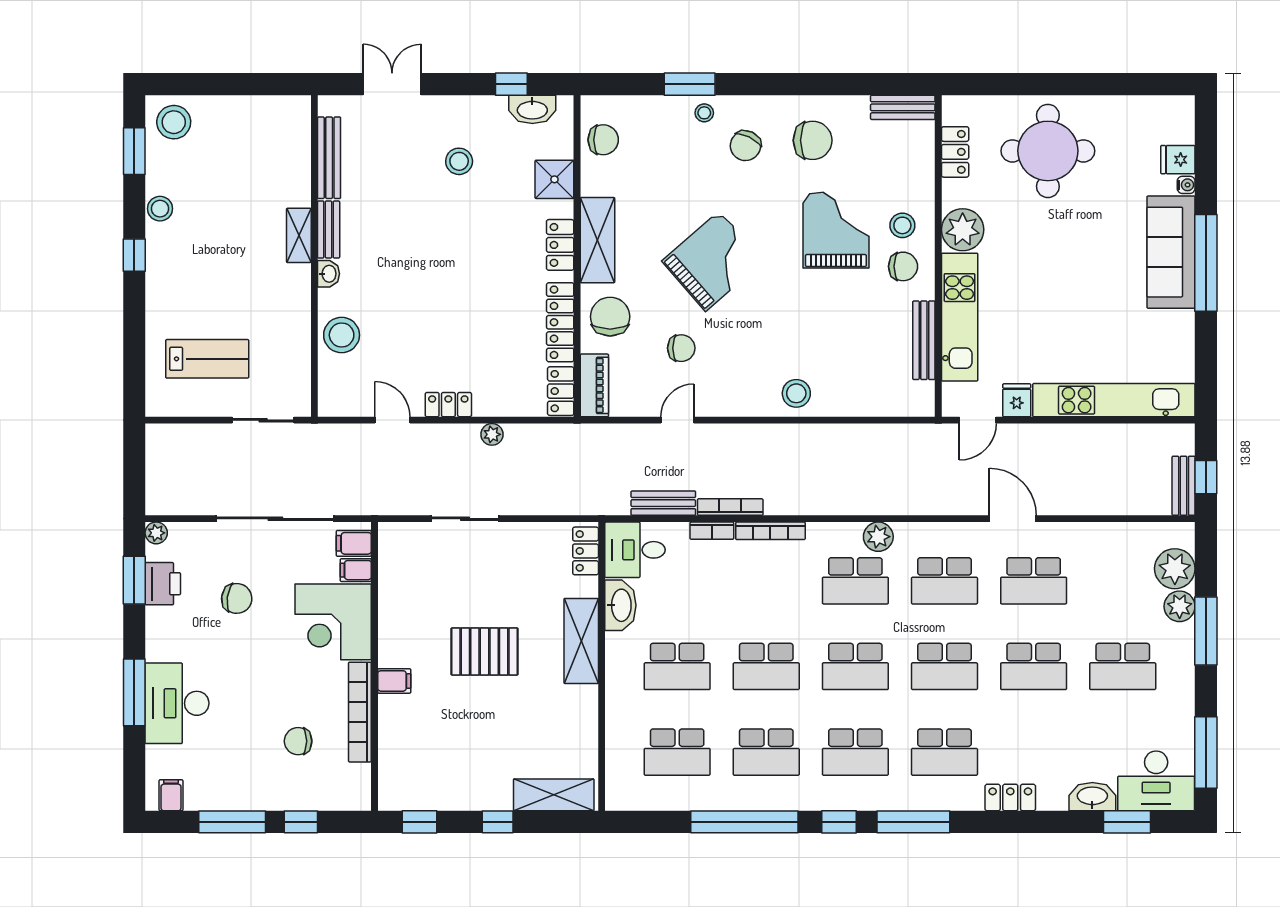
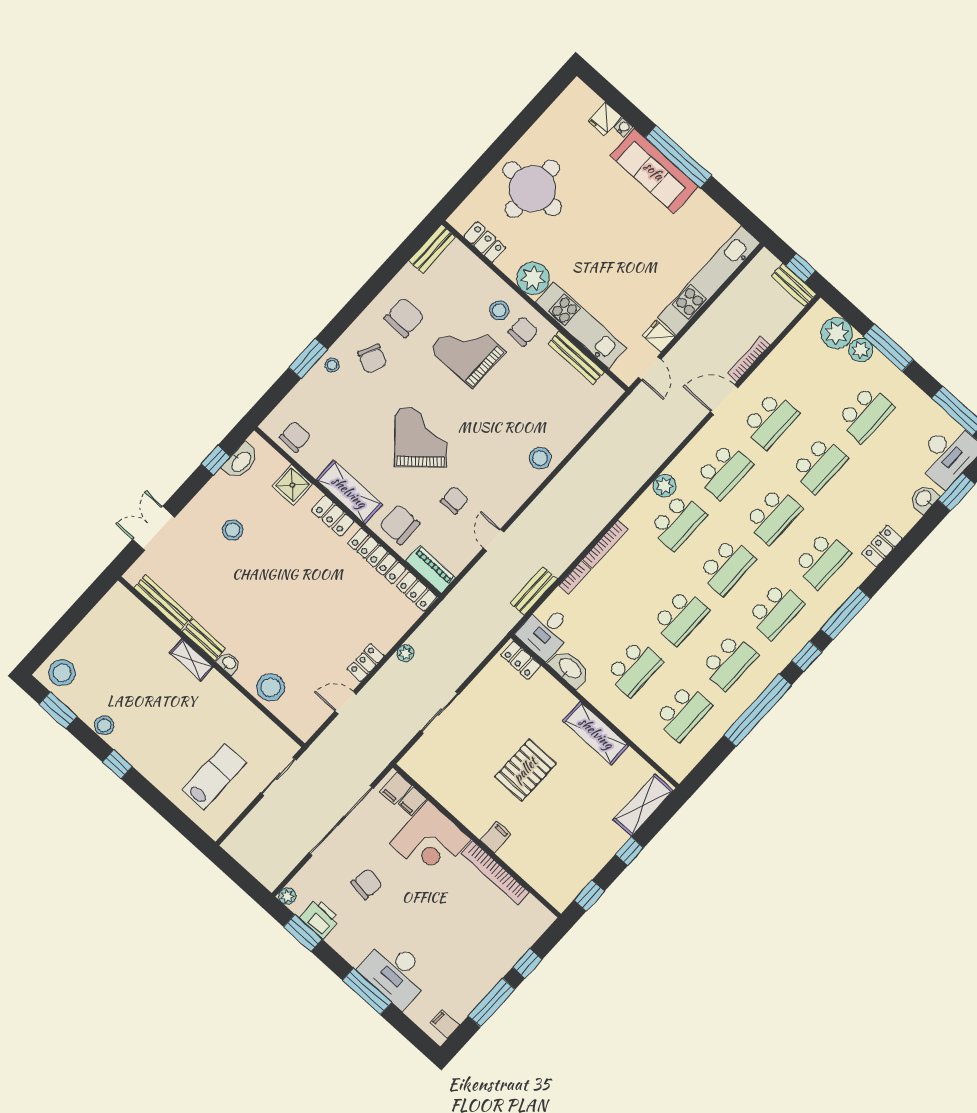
bookcase: (730, 507) -> (749, 359), moved
shelving: (581, 641) -> (596, 733), moved
chair: (298, 741) -> (480, 923), removed
washbasin: (1092, 797) -> (924, 499), width x0.72

